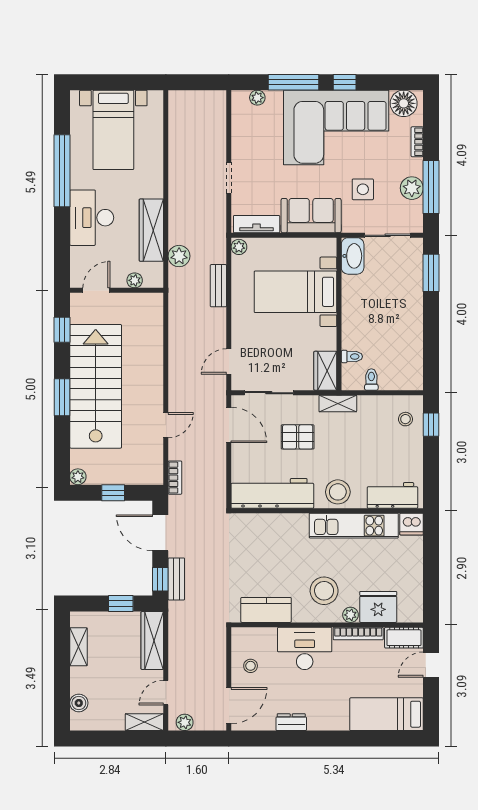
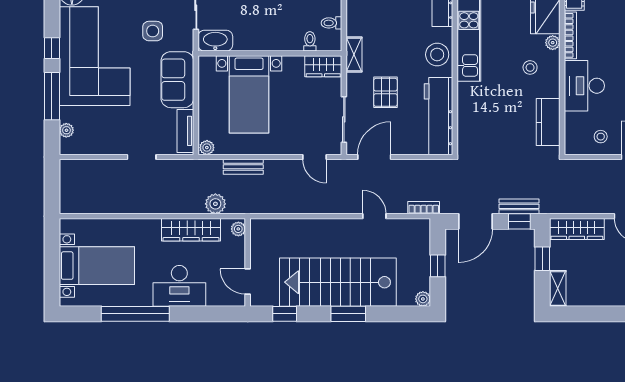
plant: (135, 280) -> (238, 229), moved
stool: (324, 591) -> (530, 67), width x0.53, depth x0.53
shelving: (78, 647) -> (558, 288), moved, turned 90

